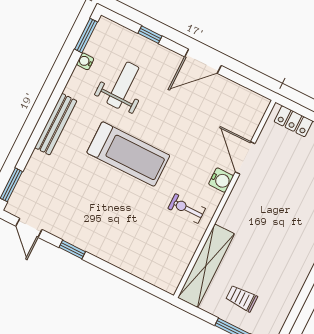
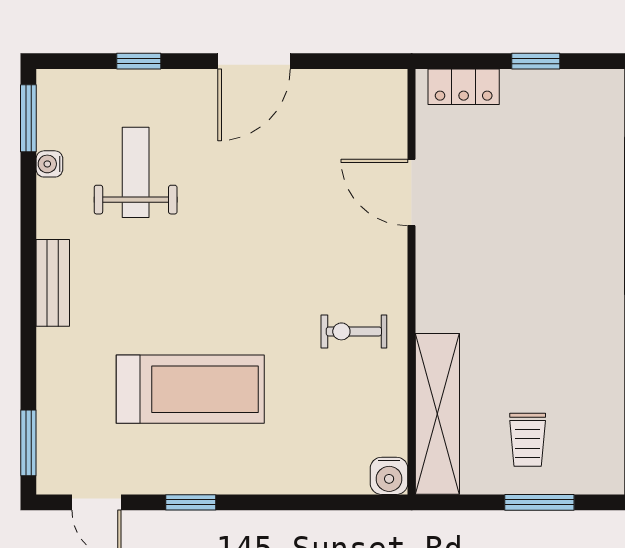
bench: (56, 124) -> (53, 283), width x0.73
treadmill: (128, 154) -> (190, 389), moved
water cooler: (221, 180) -> (389, 476), moved, turned 90
trolley: (242, 298) -> (528, 440), turned -90

